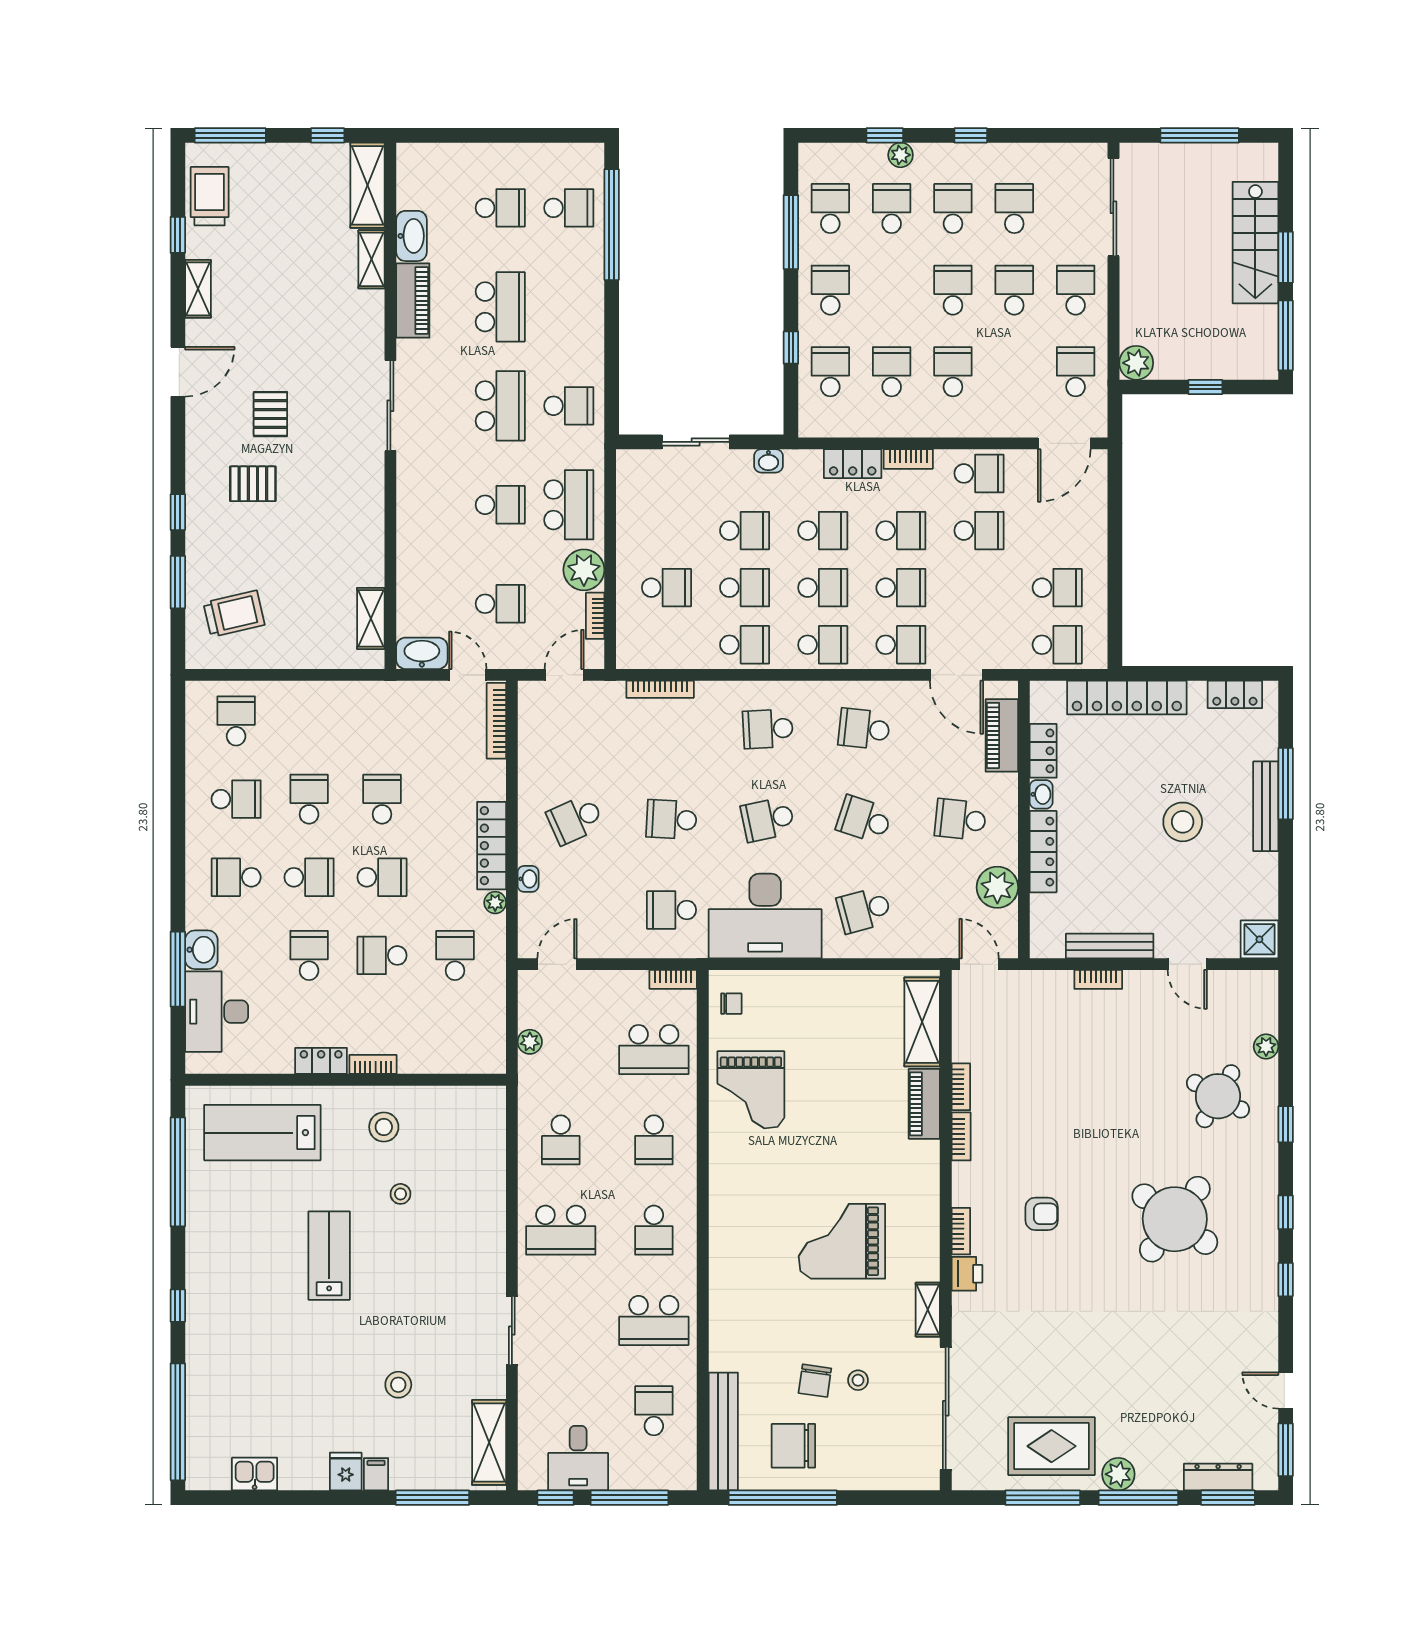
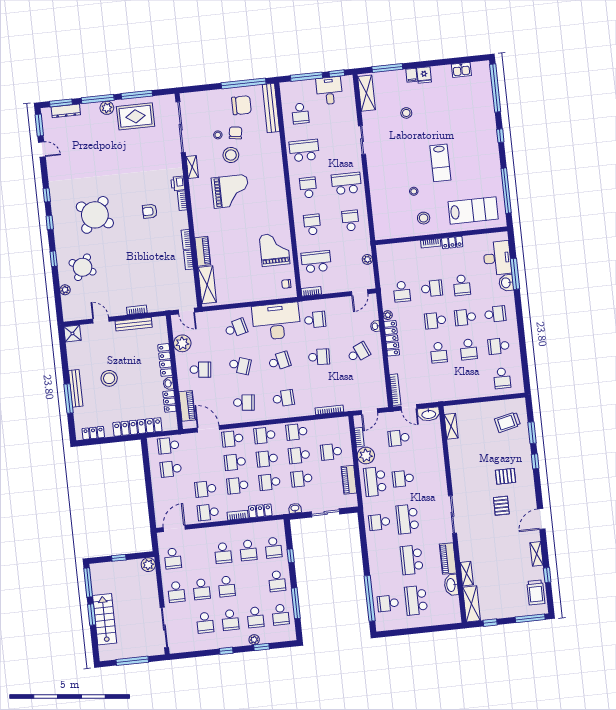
school desk: (500, 208) -> (416, 600), width x1.85
piano: (631, 516) -> (349, 480), added
stool: (832, 1328) -> (231, 155), added

